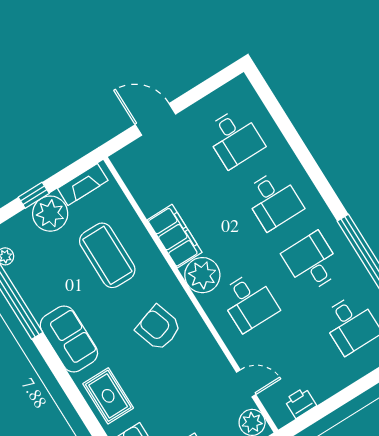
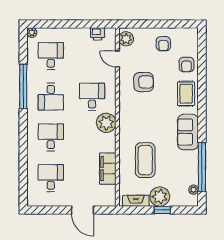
filing cabinet: (175, 236) -> (108, 169), moved
armchair: (158, 328) -> (144, 82), moved, turned -73

